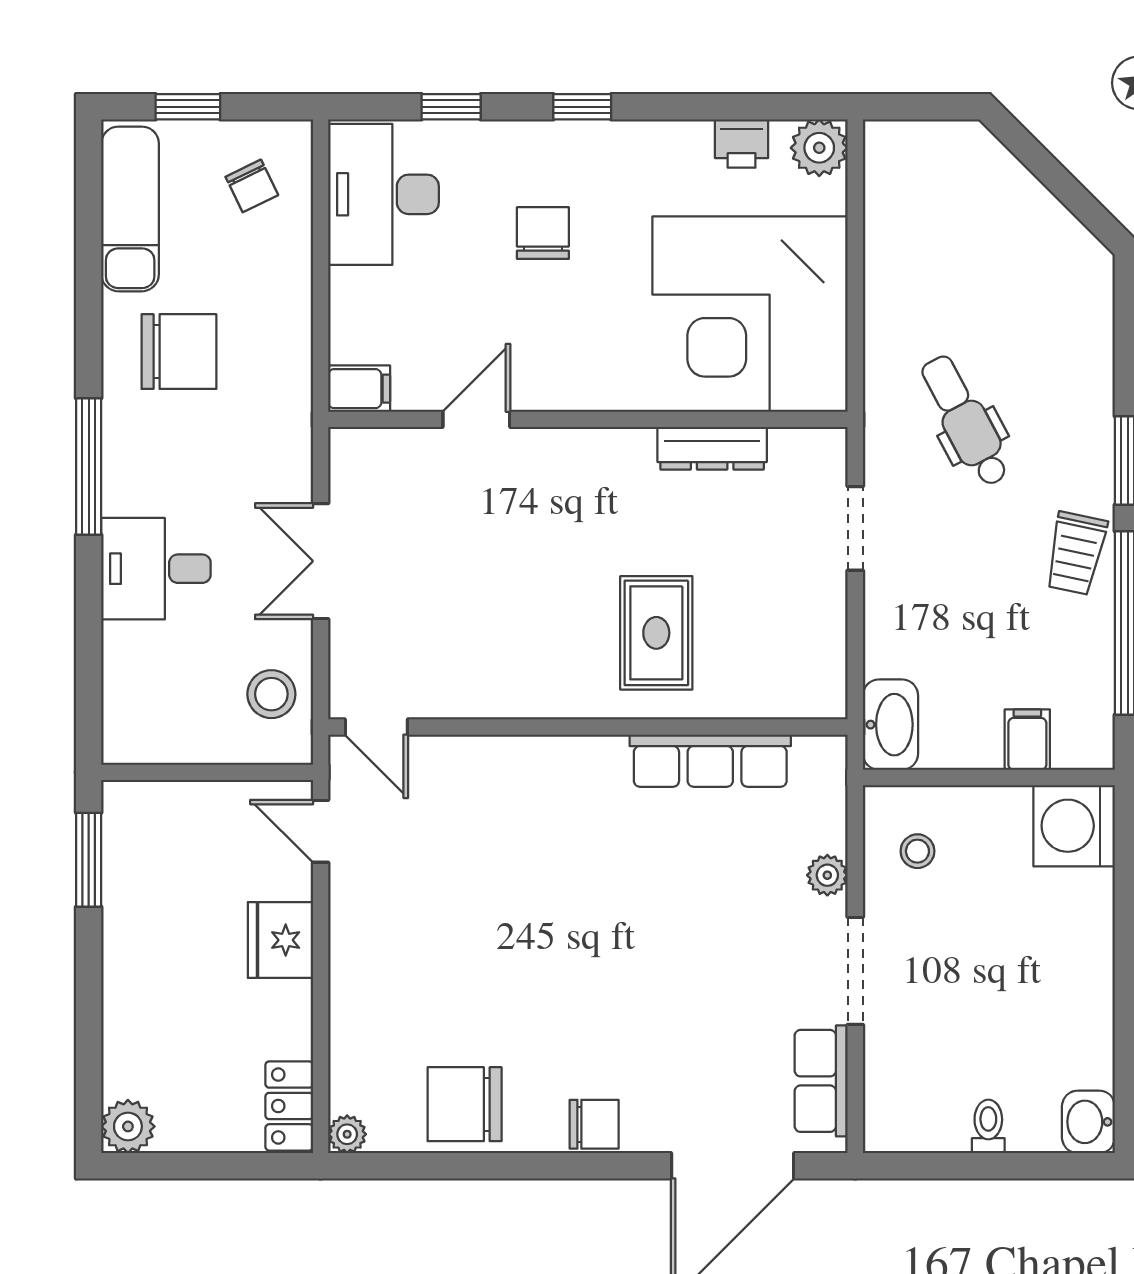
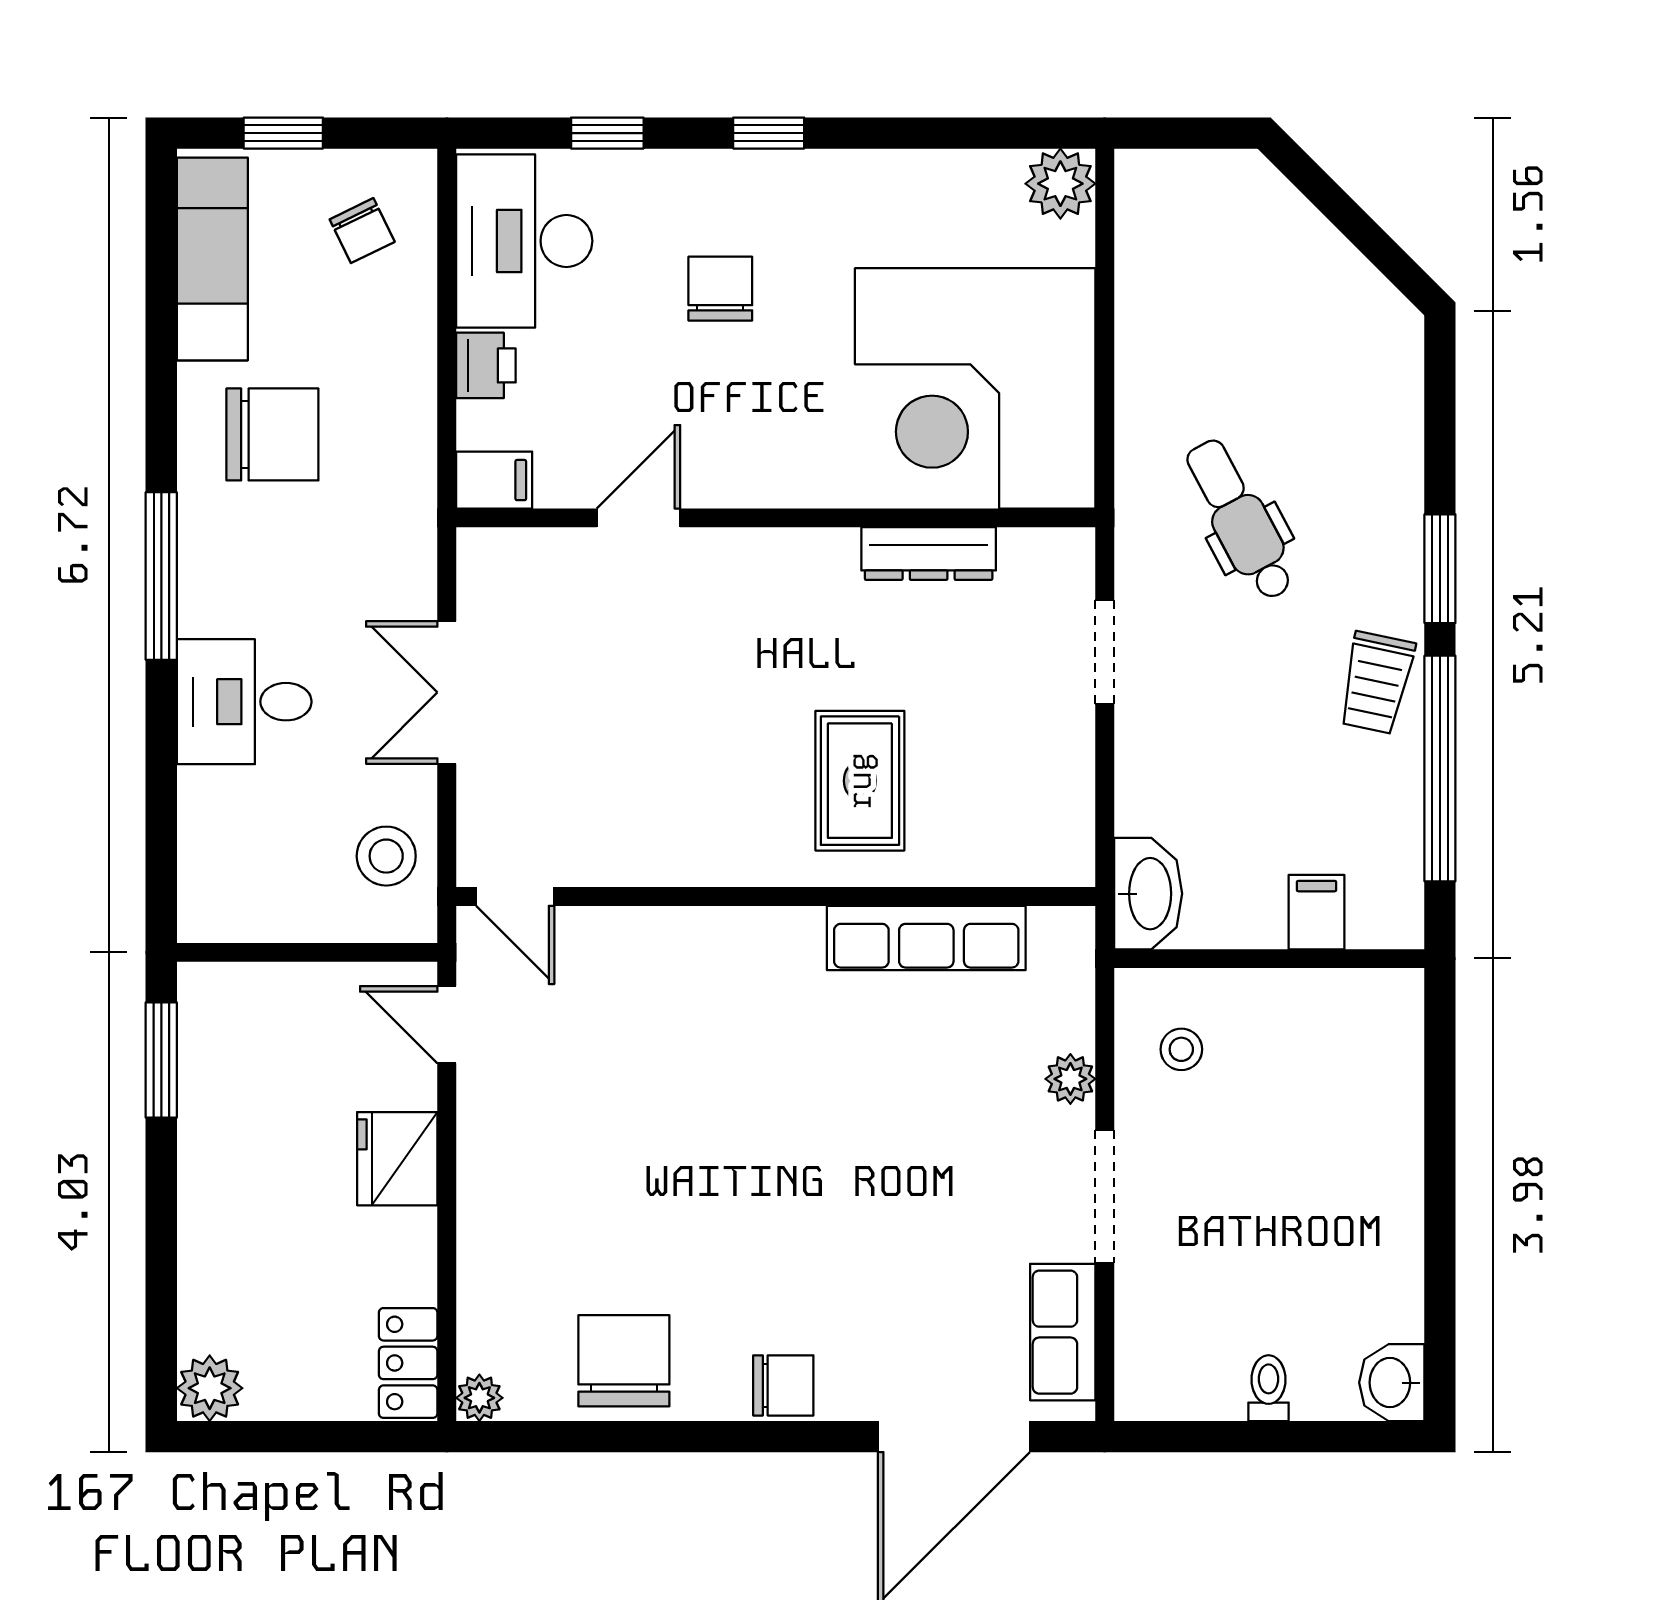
printer: (742, 143) -> (486, 365), moved, turned -90
washing machine: (1074, 826) -> (1374, 1018), removed
chair: (465, 1104) -> (624, 1361), turned 90

